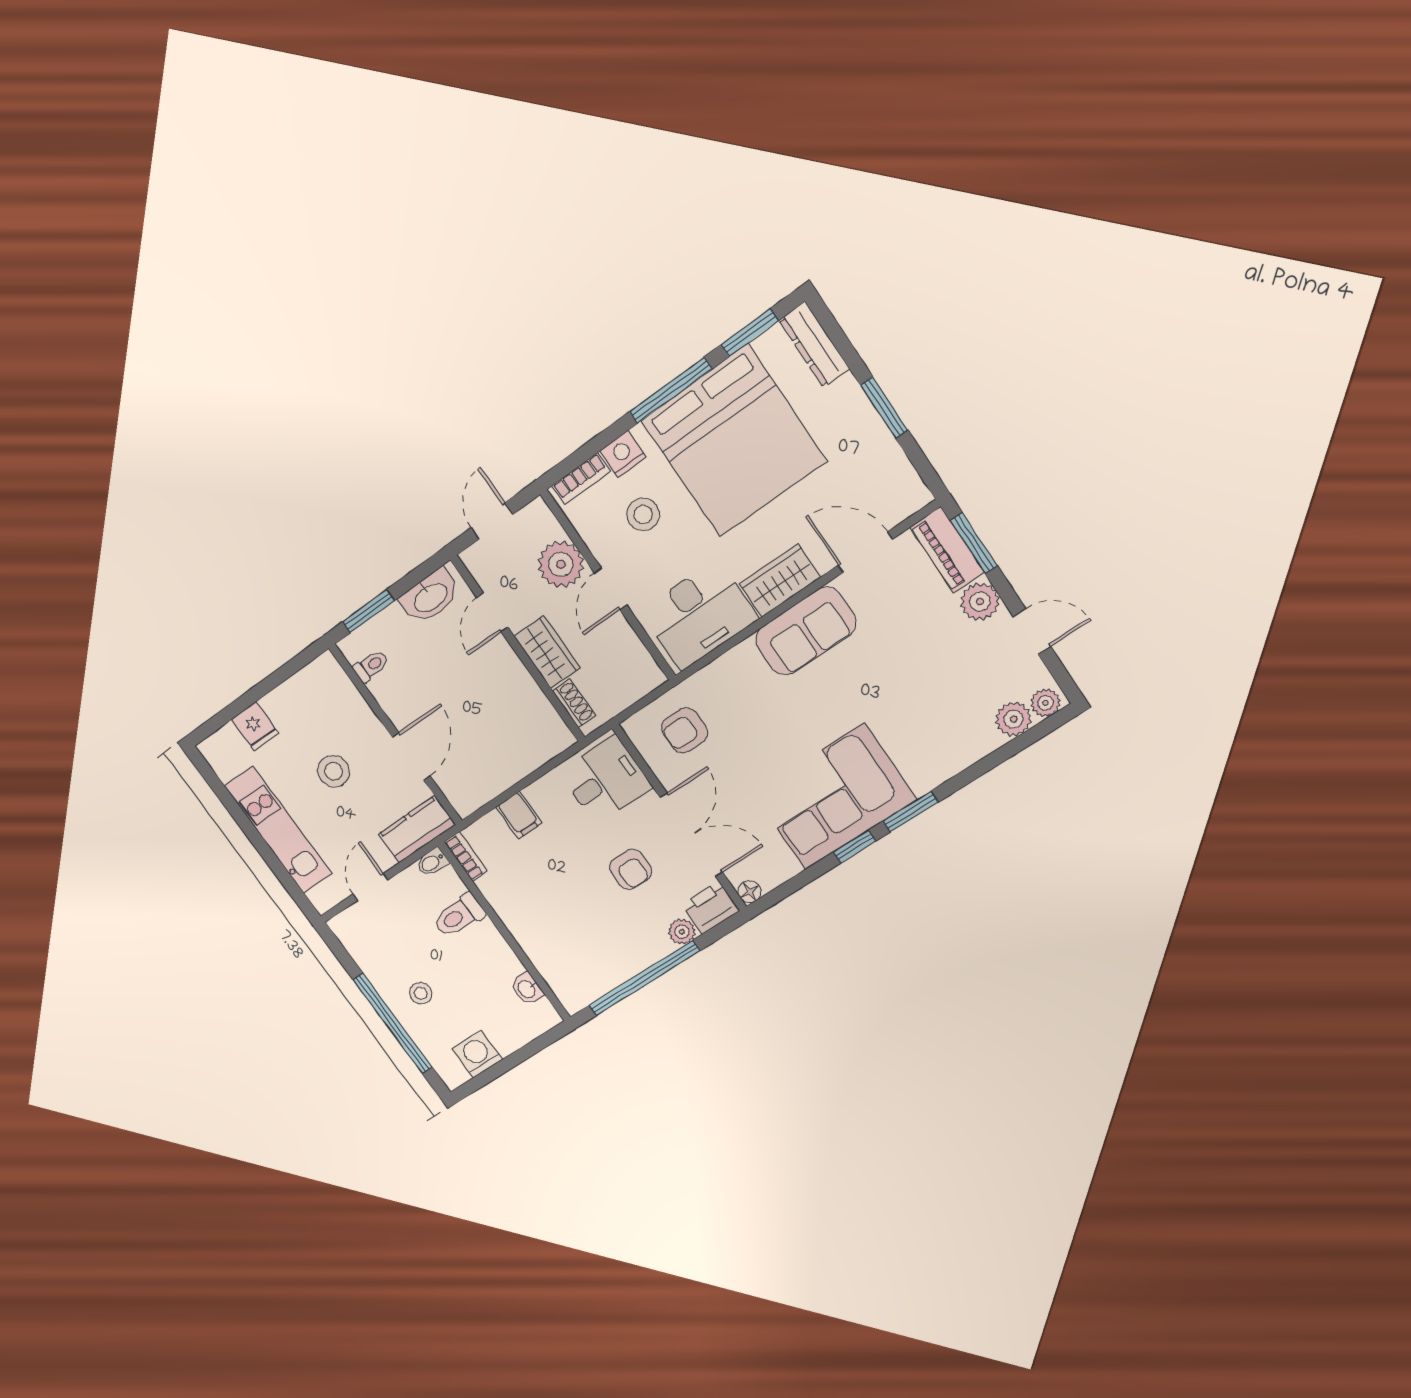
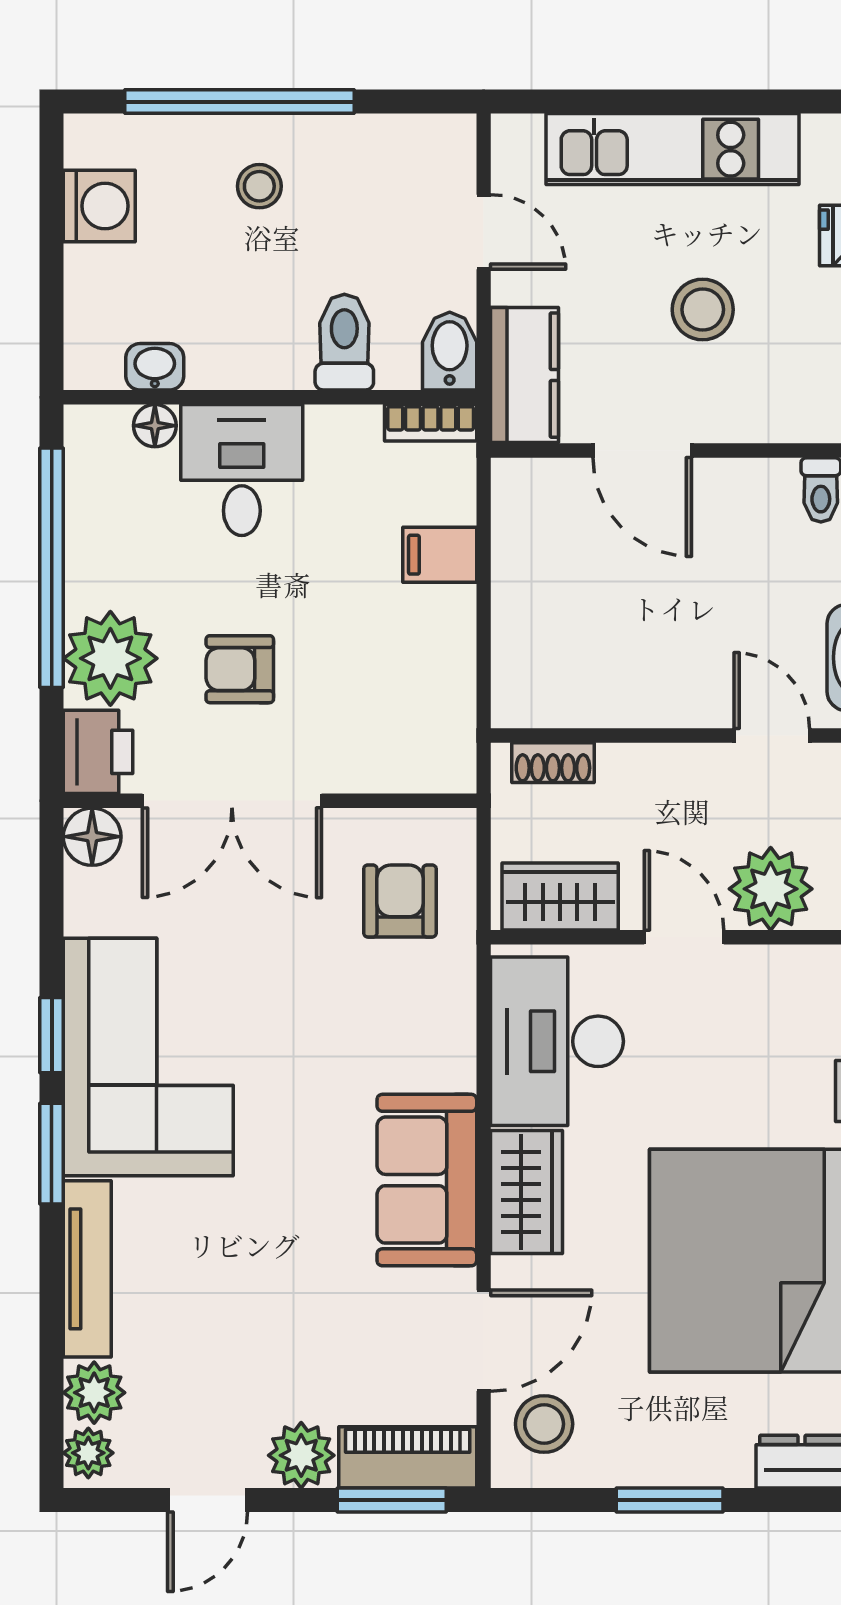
stool: (643, 514) -> (544, 1424), moved
wardrobe: (547, 652) -> (560, 897), moved, turned 180
tv unit: (955, 761) -> (87, 1269), added
desk: (605, 780) -> (242, 470), moved, turned 180
bidet: (432, 862) -> (450, 351), width x1.38, depth x1.36
floor lamp: (750, 892) -> (92, 837), width x1.37, depth x1.37
plant: (682, 932) -> (110, 658), width x1.88, depth x1.88
floor lamp: (552, 973) -> (155, 426), added

